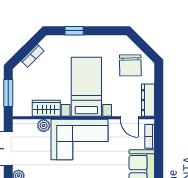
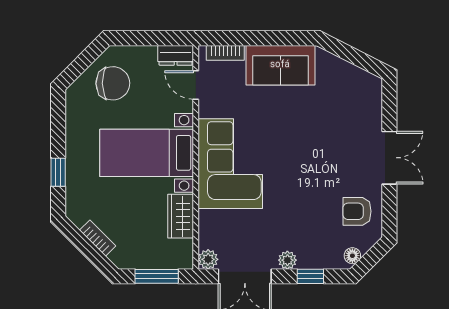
dresser: (148, 100) -> (176, 55), width x0.70
door: (129, 118) -> (196, 85), swing flipped
plant: (44, 126) -> (208, 259), moved

